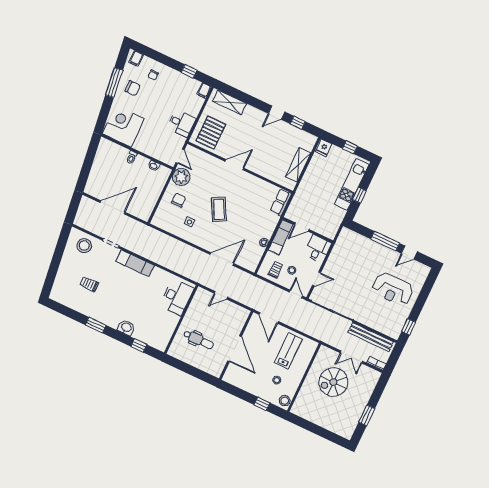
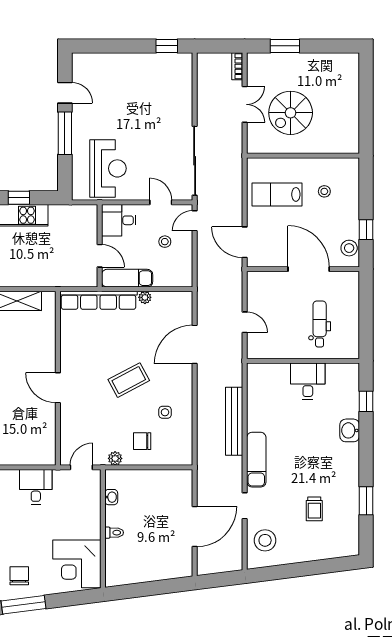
pallet: (211, 133) -> (29, 441), removed
plant: (181, 177) -> (115, 458), width x0.53, depth x0.53
row of seats: (281, 202) -> (99, 300), width x2.02
door: (112, 207) -> (195, 527), swing flipped
door: (222, 259) -> (195, 344), hinge flipped
trolley: (276, 270) -> (175, 264), removed
reception desk: (393, 289) -> (108, 168), moved
desk: (177, 297) -> (308, 381), moved, width x0.73
door: (269, 318) -> (245, 242), swing flipped
window: (96, 325) -> (366, 501), moved
bench: (371, 337) -> (234, 421), moved
door: (235, 349) -> (309, 269), hinge flipped
spiral stairs: (333, 382) -> (291, 113), turned 90
stool: (285, 401) -> (349, 248), moved
window: (262, 404) -> (366, 230), moved
window: (367, 415) -> (285, 46), moved

